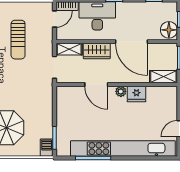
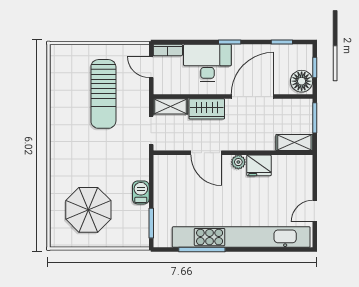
door: (54, 19) -> (151, 67), swing flipped
sun lounger: (18, 40) -> (103, 94), width x1.36, depth x1.34
door: (131, 42) -> (252, 97), swing flipped
barbecue: (47, 148) -> (141, 192), moved

